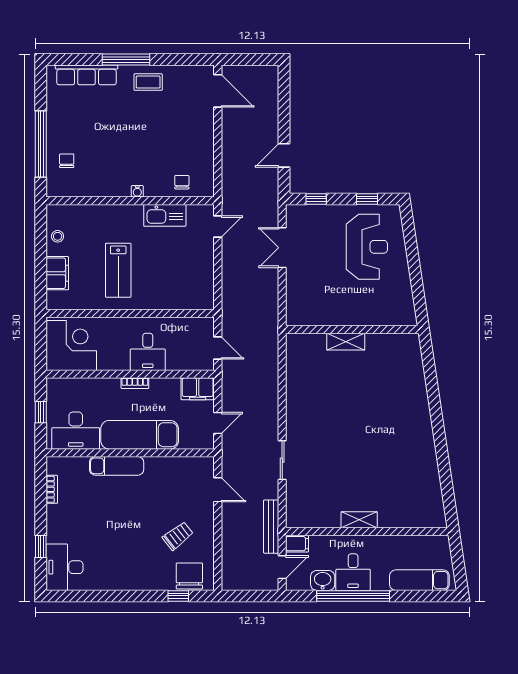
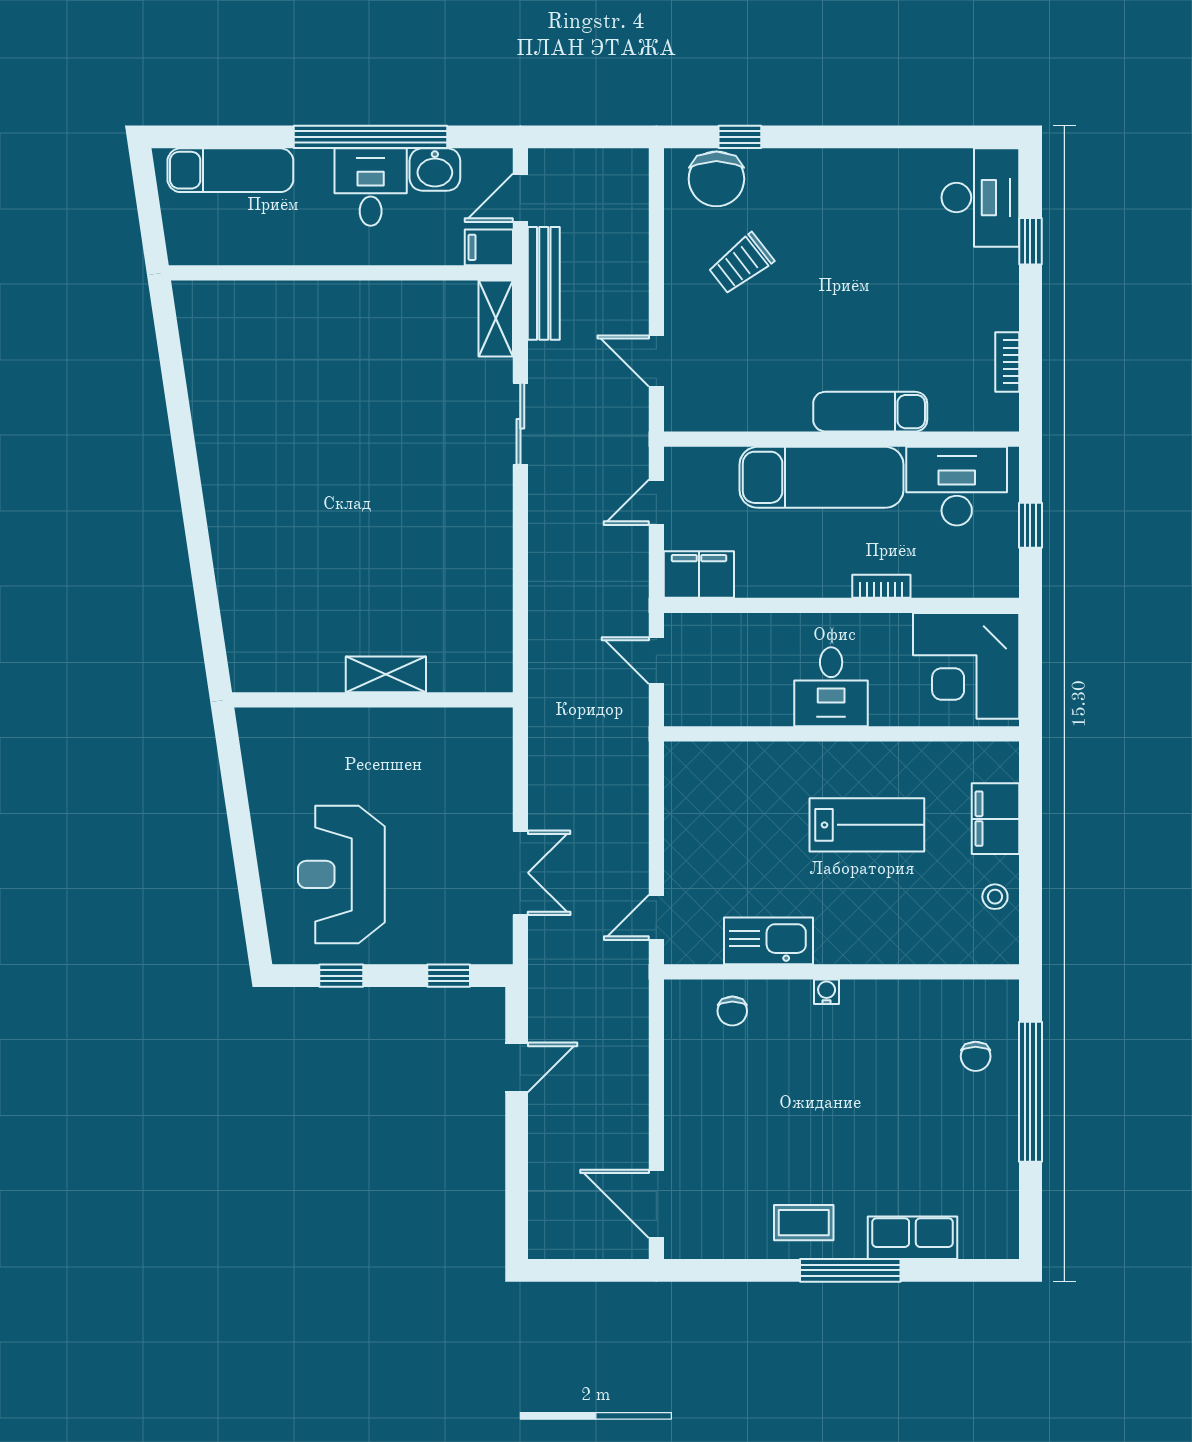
row of seats: (87, 75) -> (912, 1238), width x0.68
lab bench: (118, 270) -> (867, 825), turned 90
desk: (148, 352) -> (831, 687), moved, turned 180
bookcase: (135, 383) -> (881, 586), moved
shelving: (359, 520) -> (496, 318), moved, turned 90

